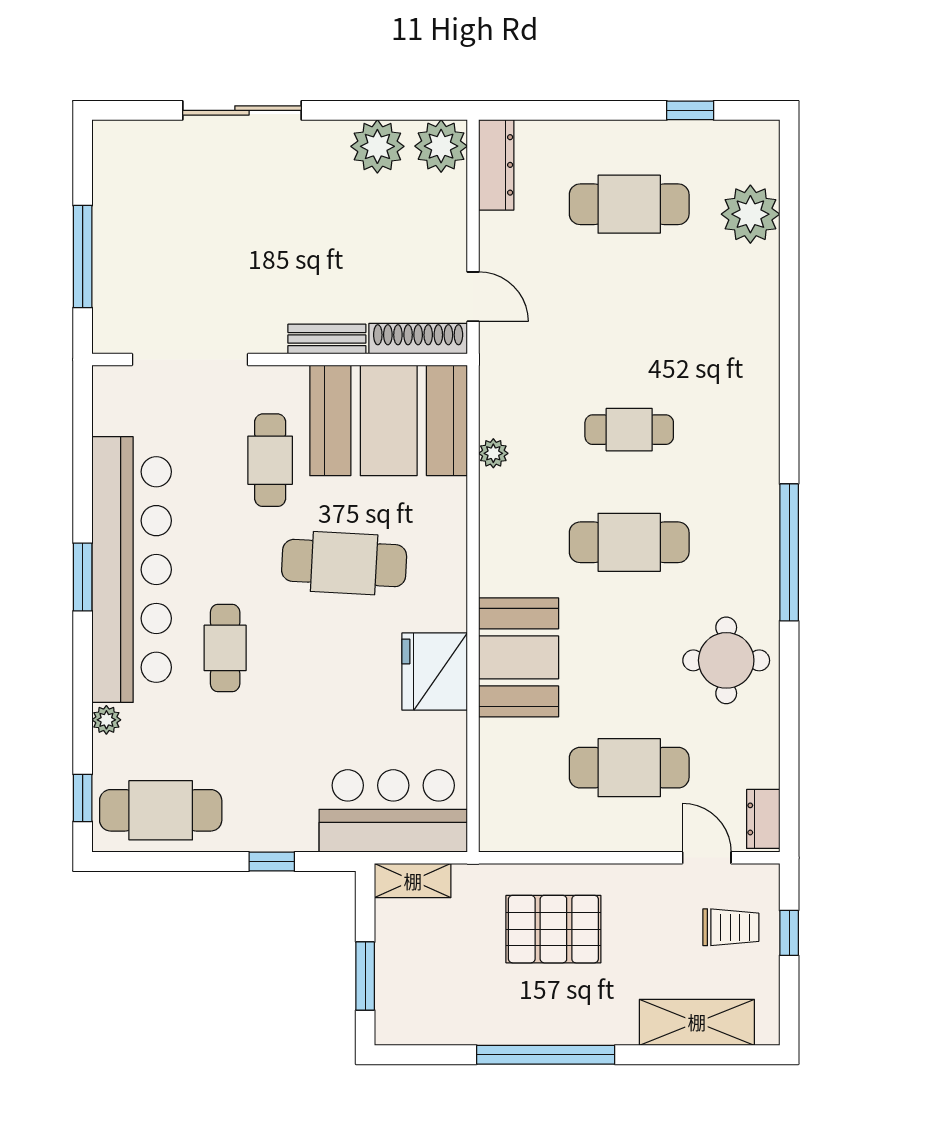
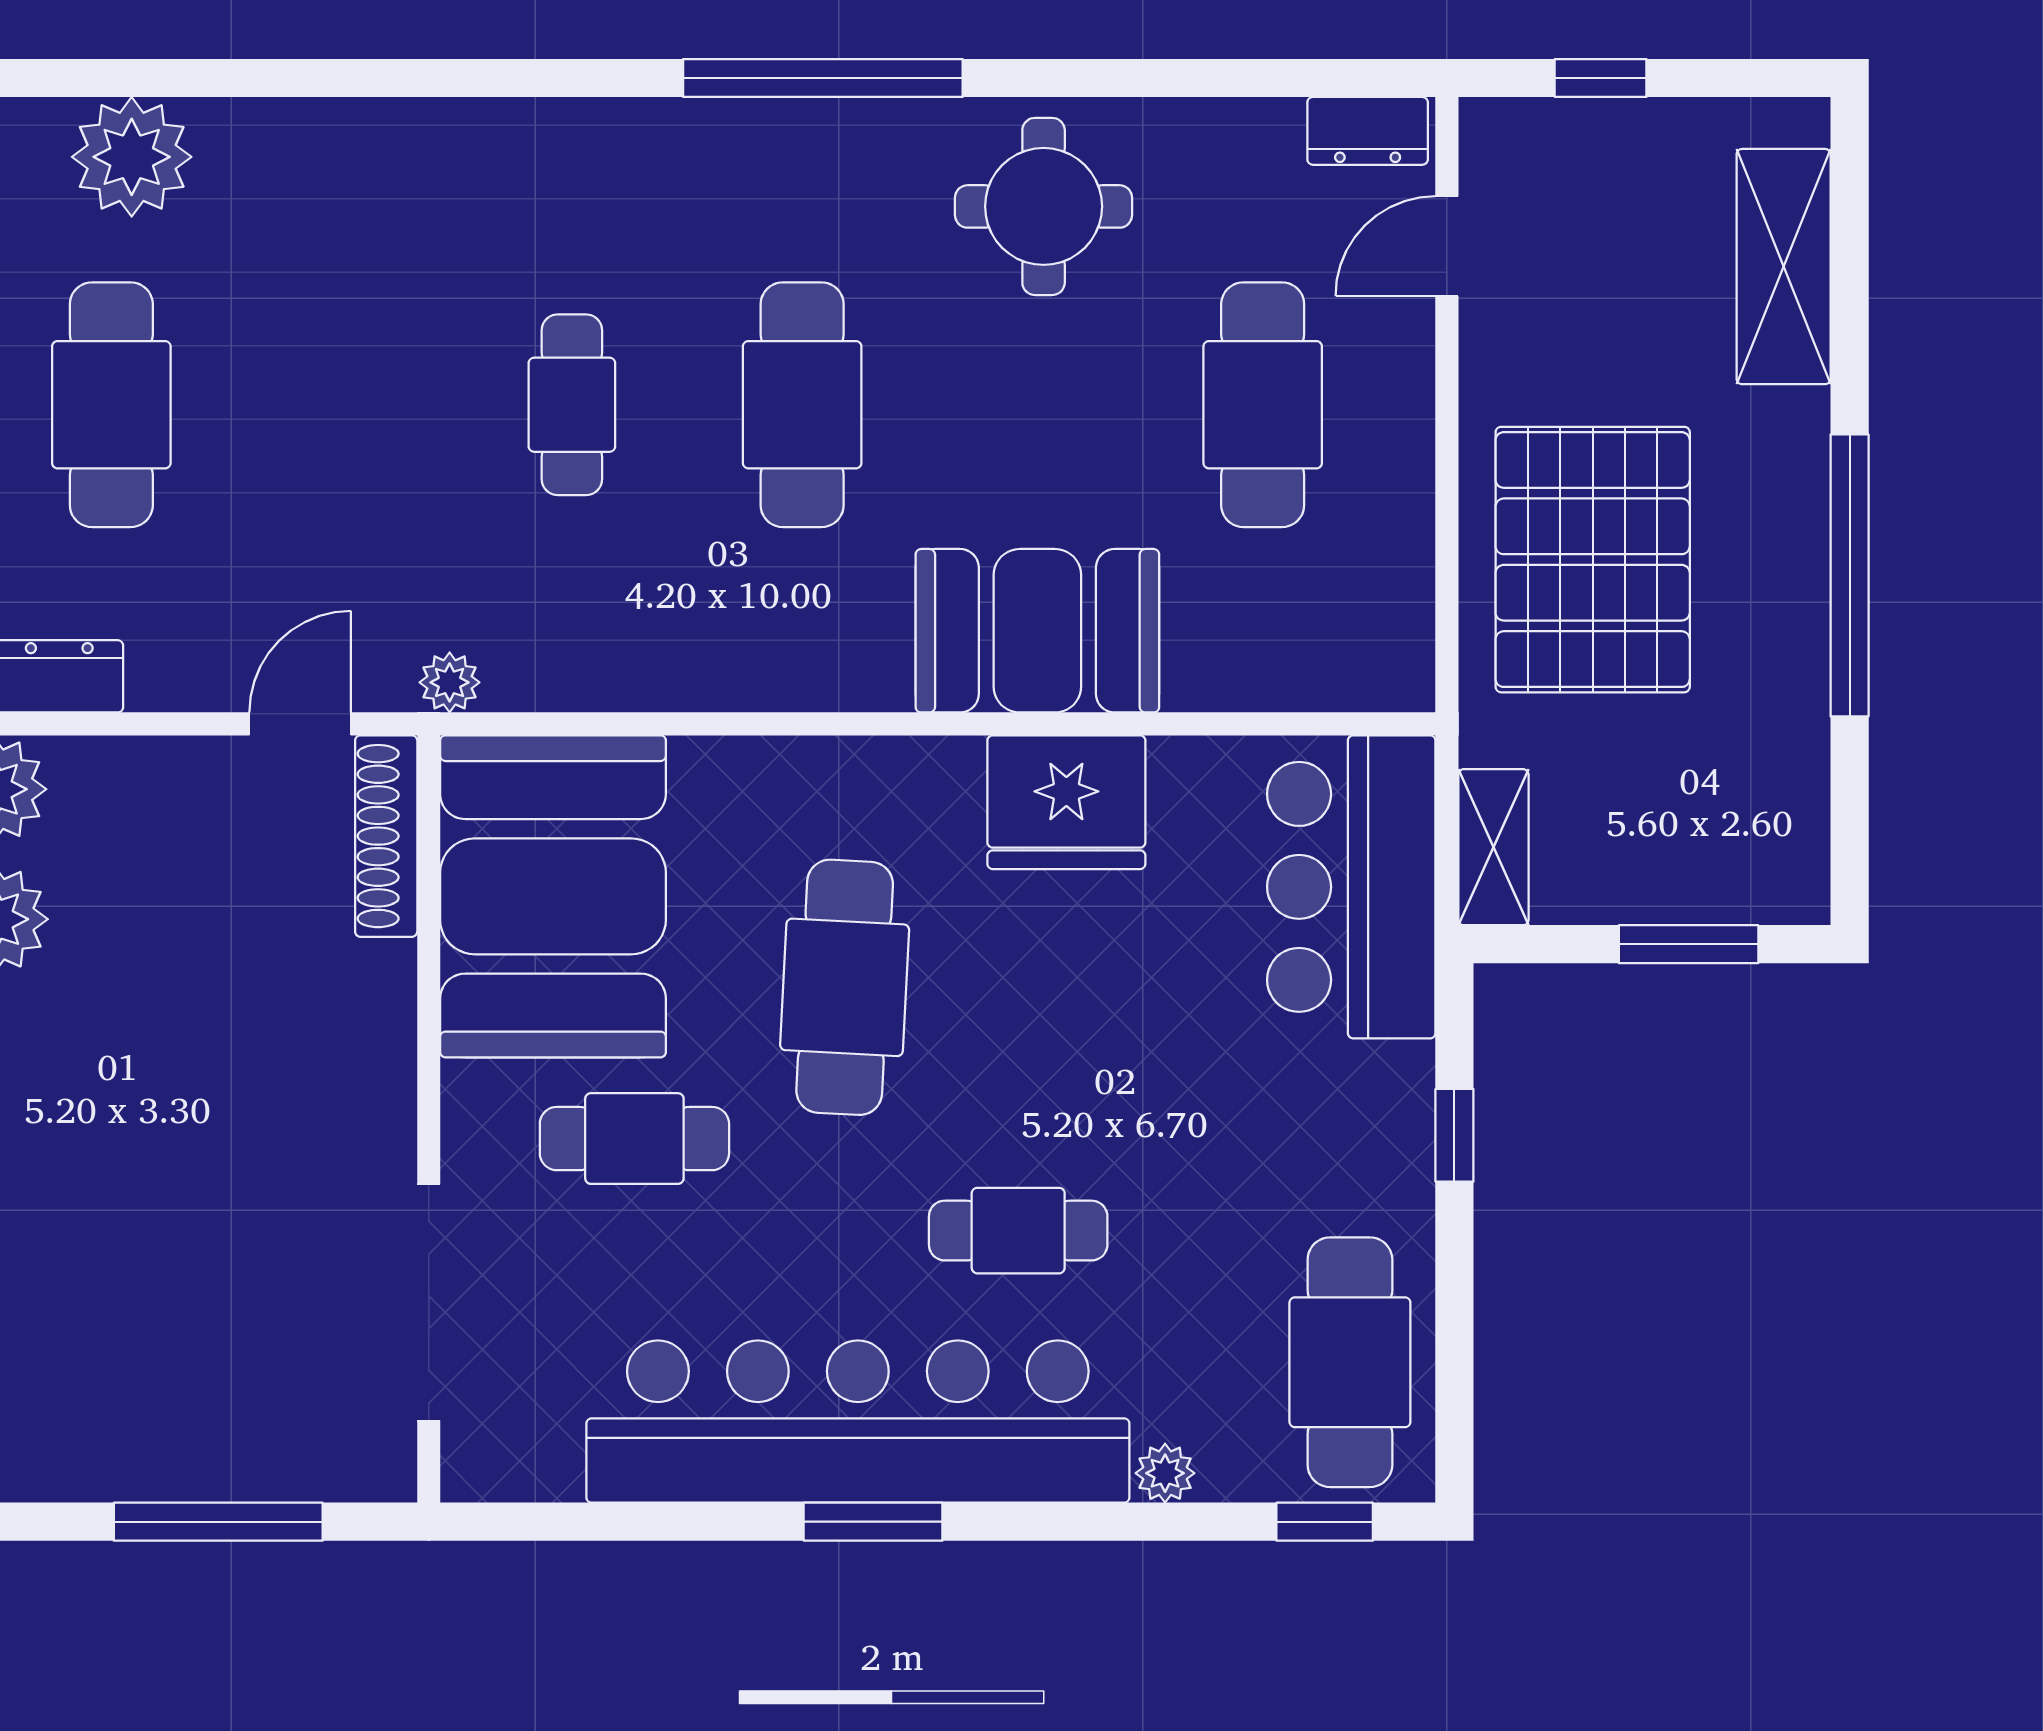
bench: (327, 339) -> (387, 1022), removed
plant: (493, 453) -> (450, 682), moved
trolley: (731, 927) -> (1589, 197), removed
pallet: (553, 929) -> (1593, 560), width x1.37, depth x1.41

